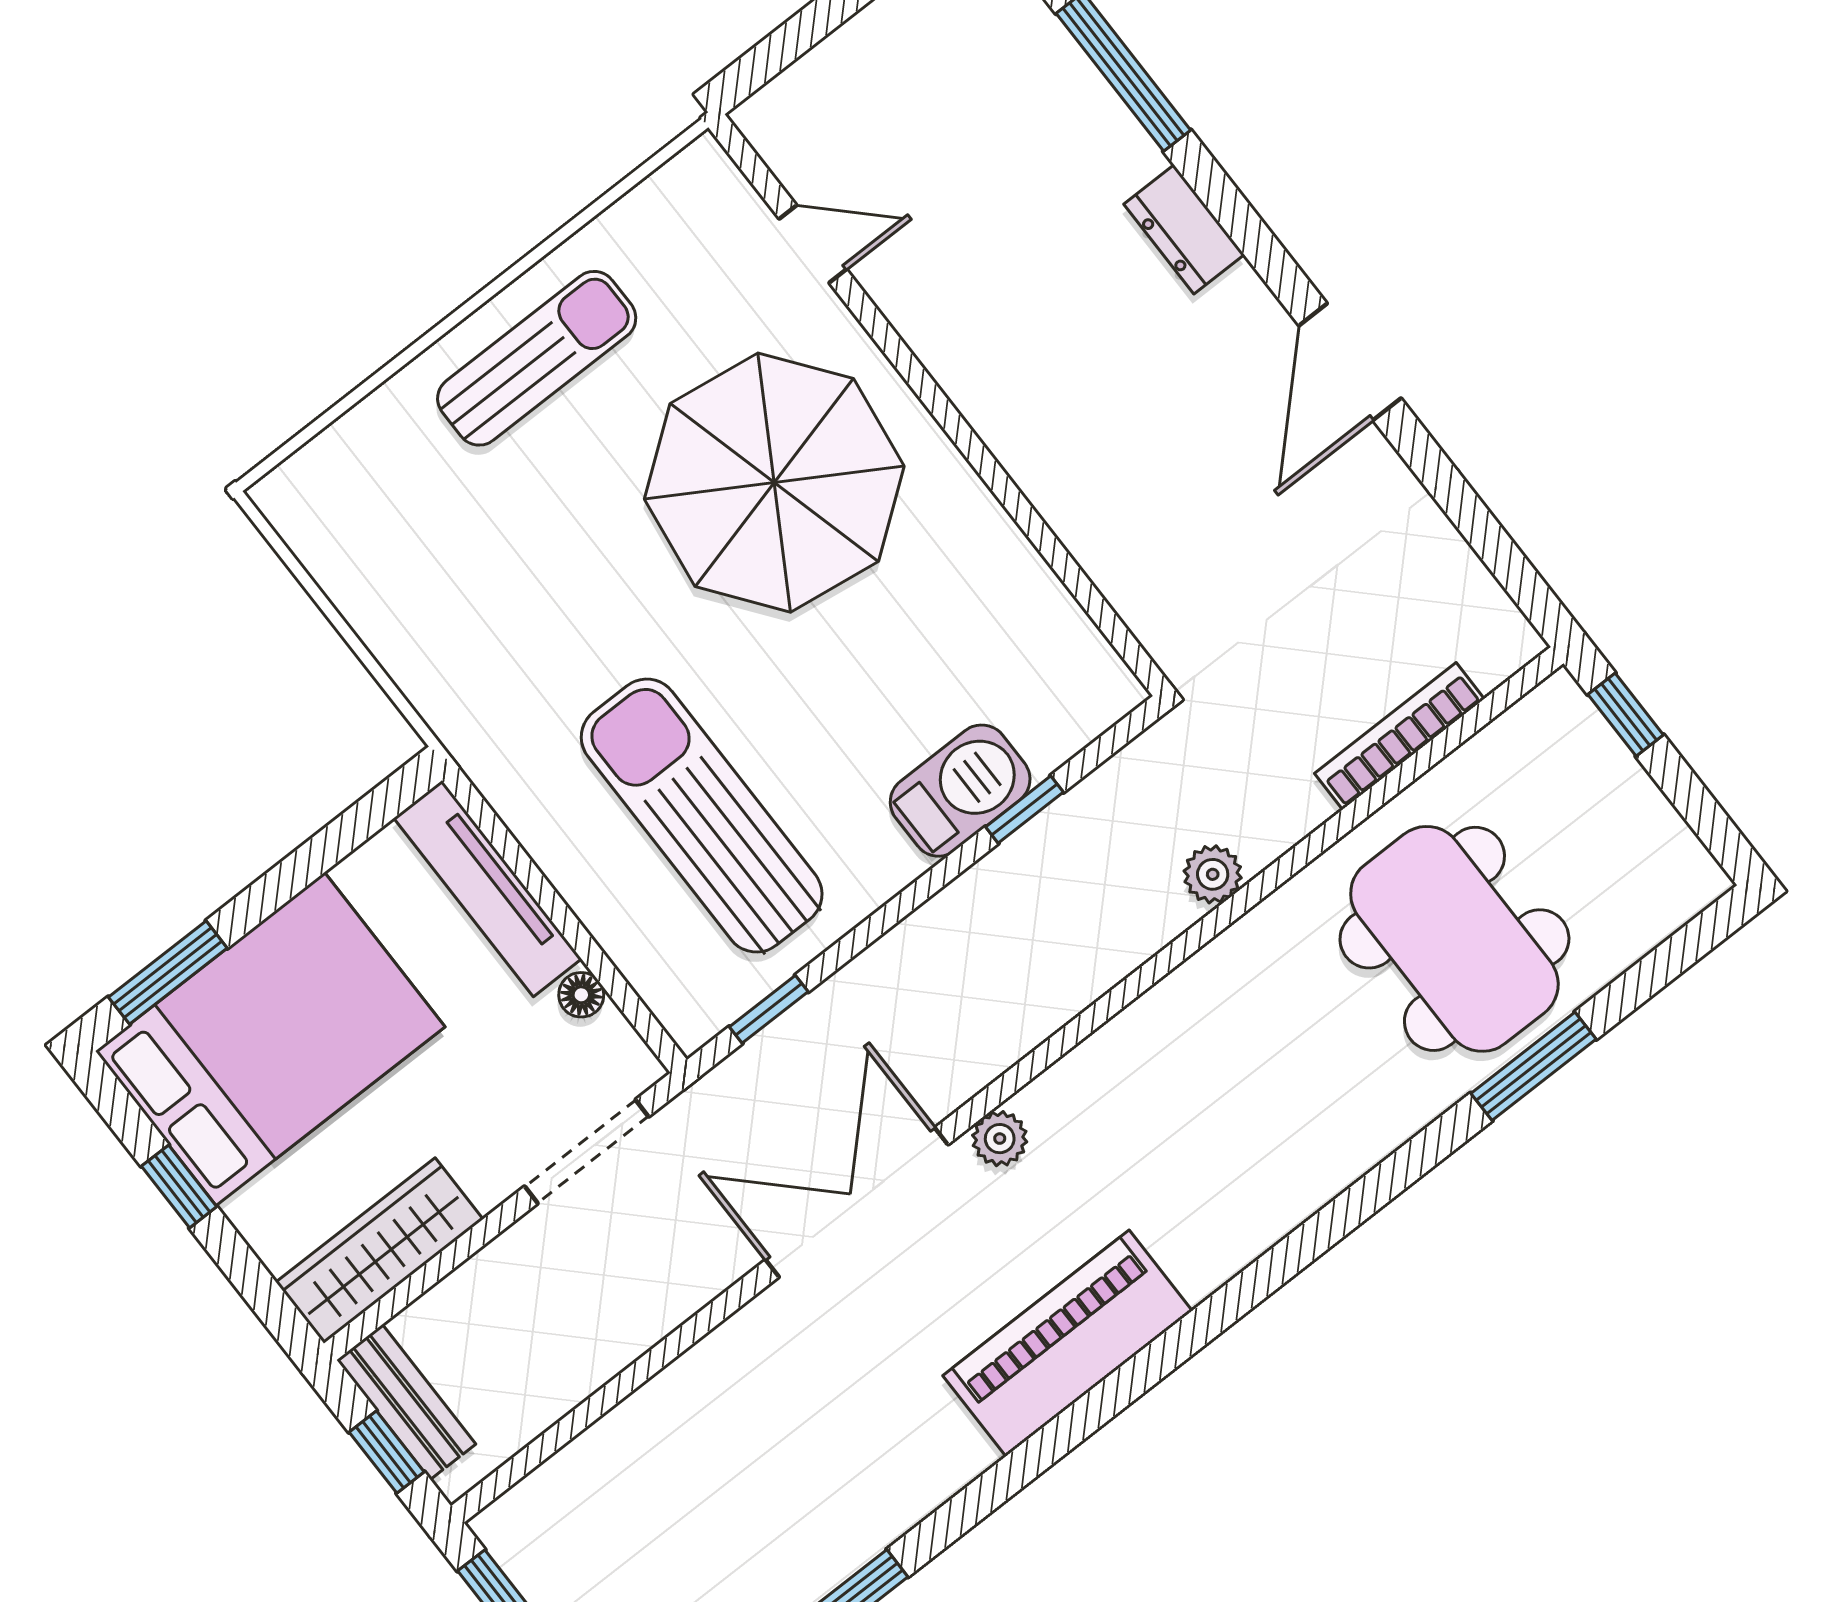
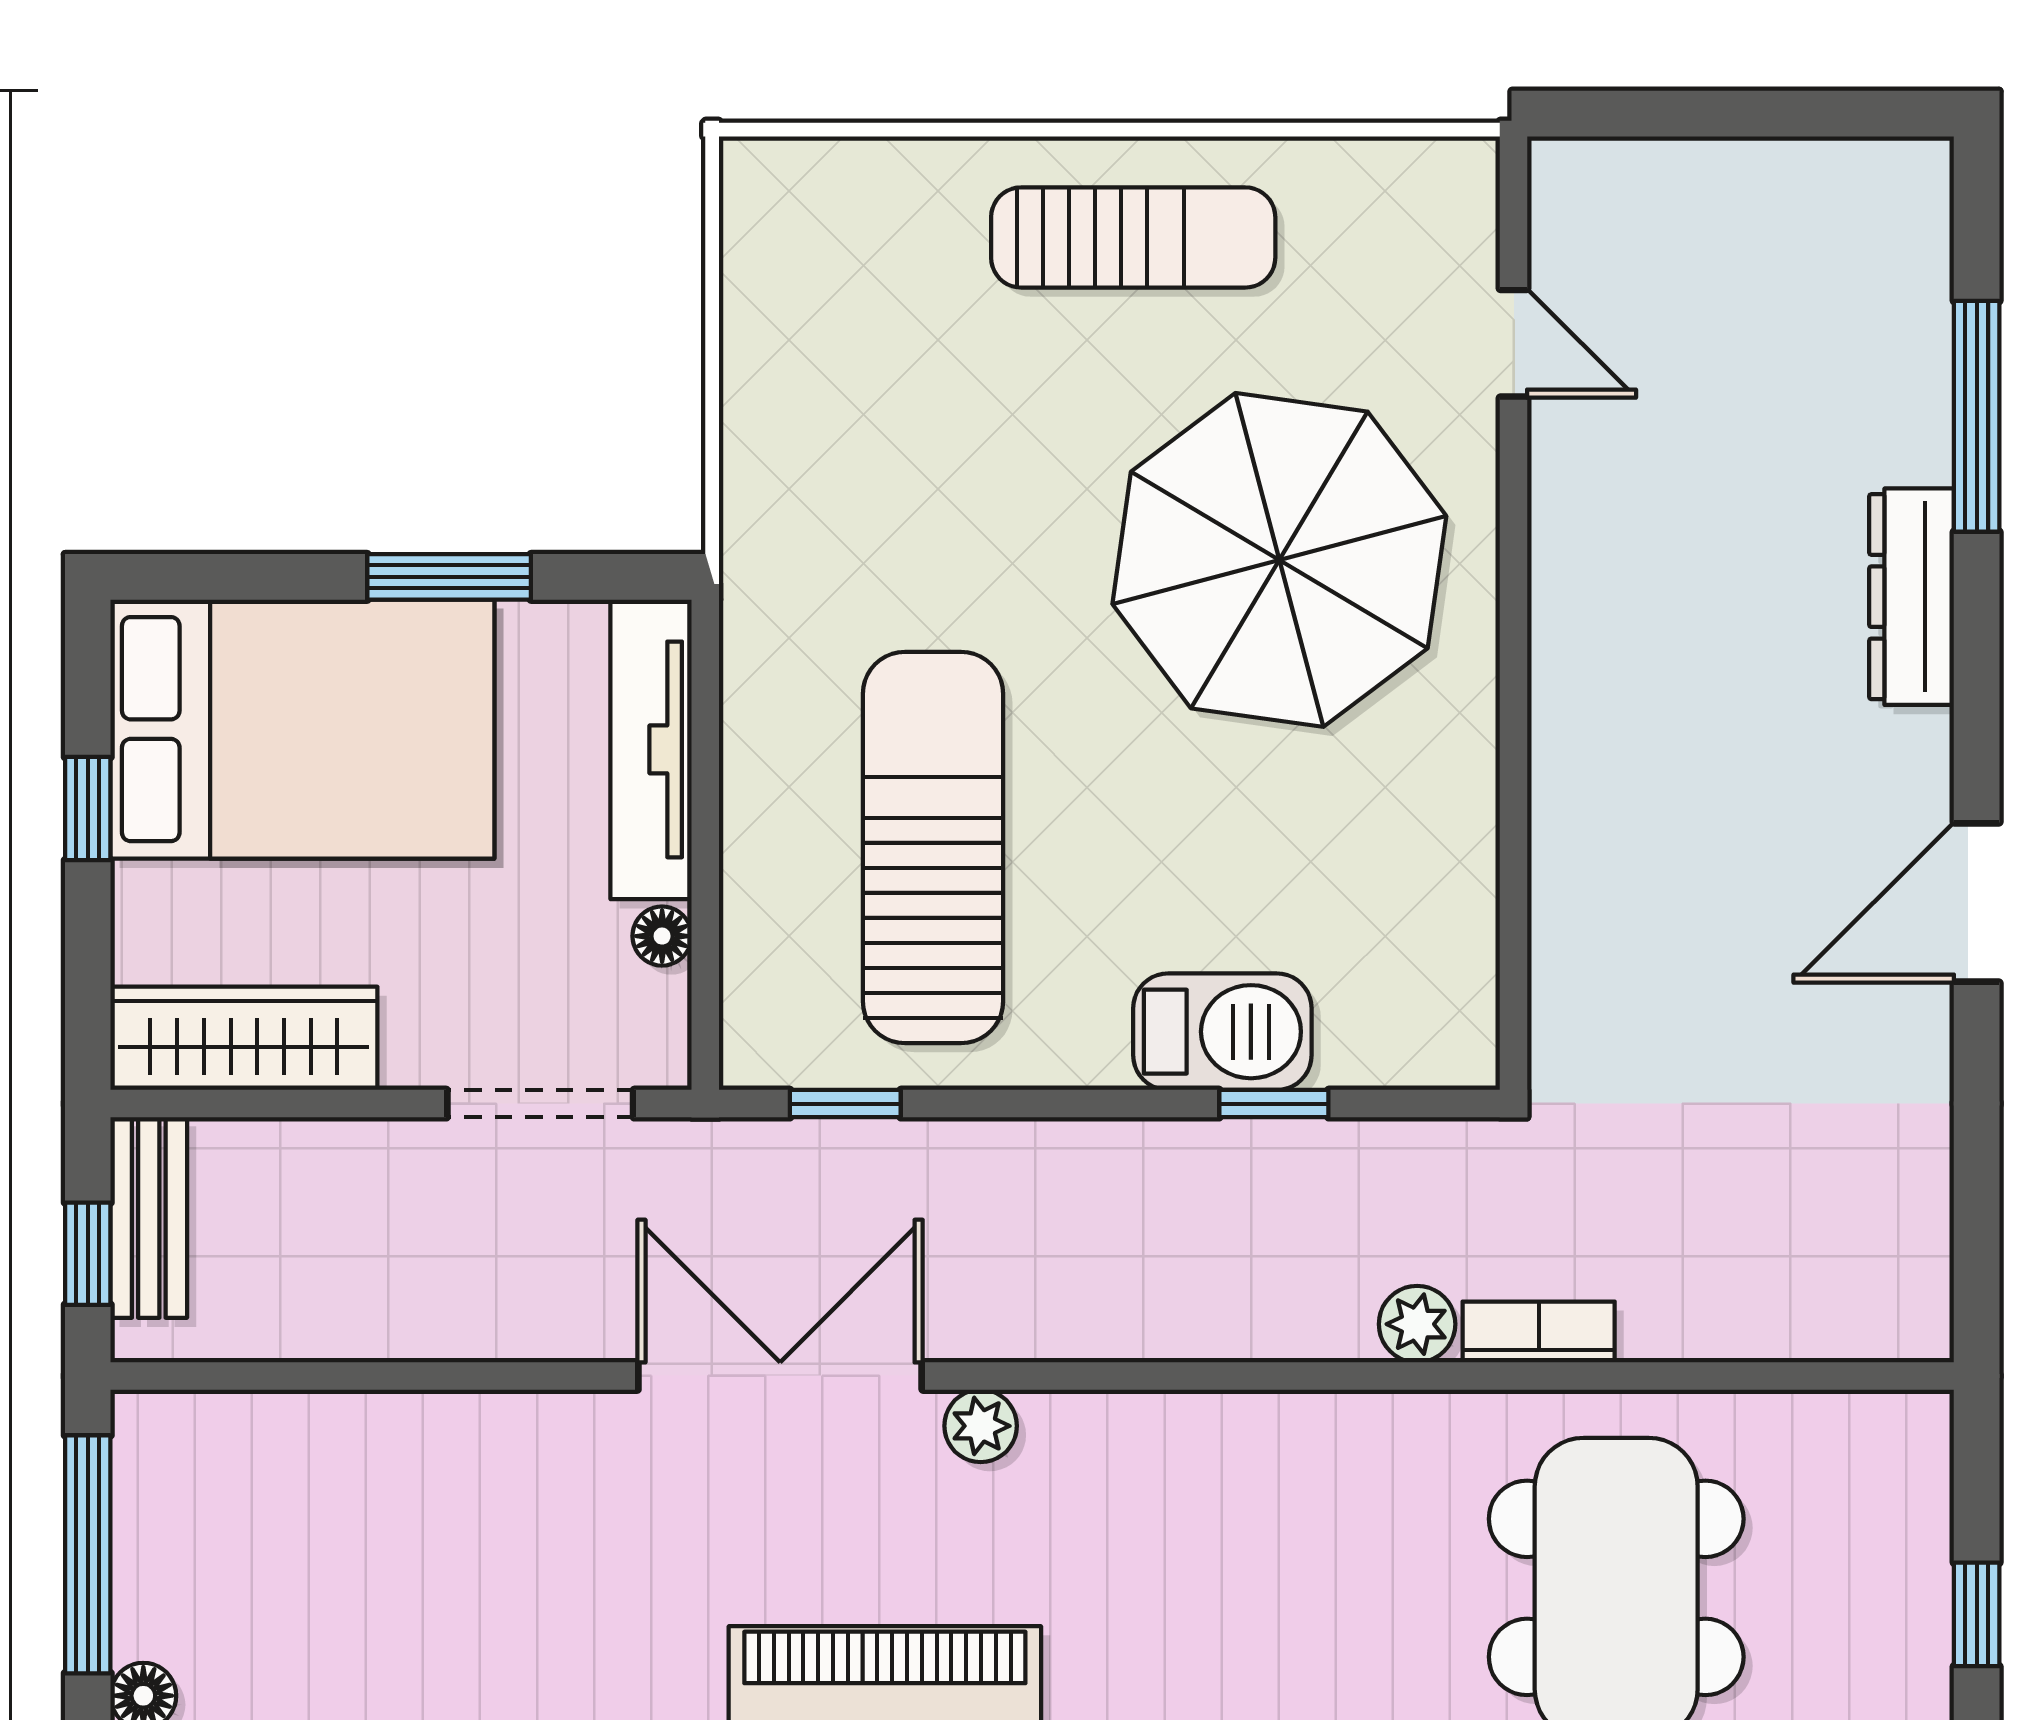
dresser: (1184, 229) -> (1912, 597), width x1.44
window: (1626, 715) -> (1977, 1614), moved
bookcase: (1399, 736) -> (1539, 1332), moved, width x0.64
window: (168, 973) -> (449, 577), moved

